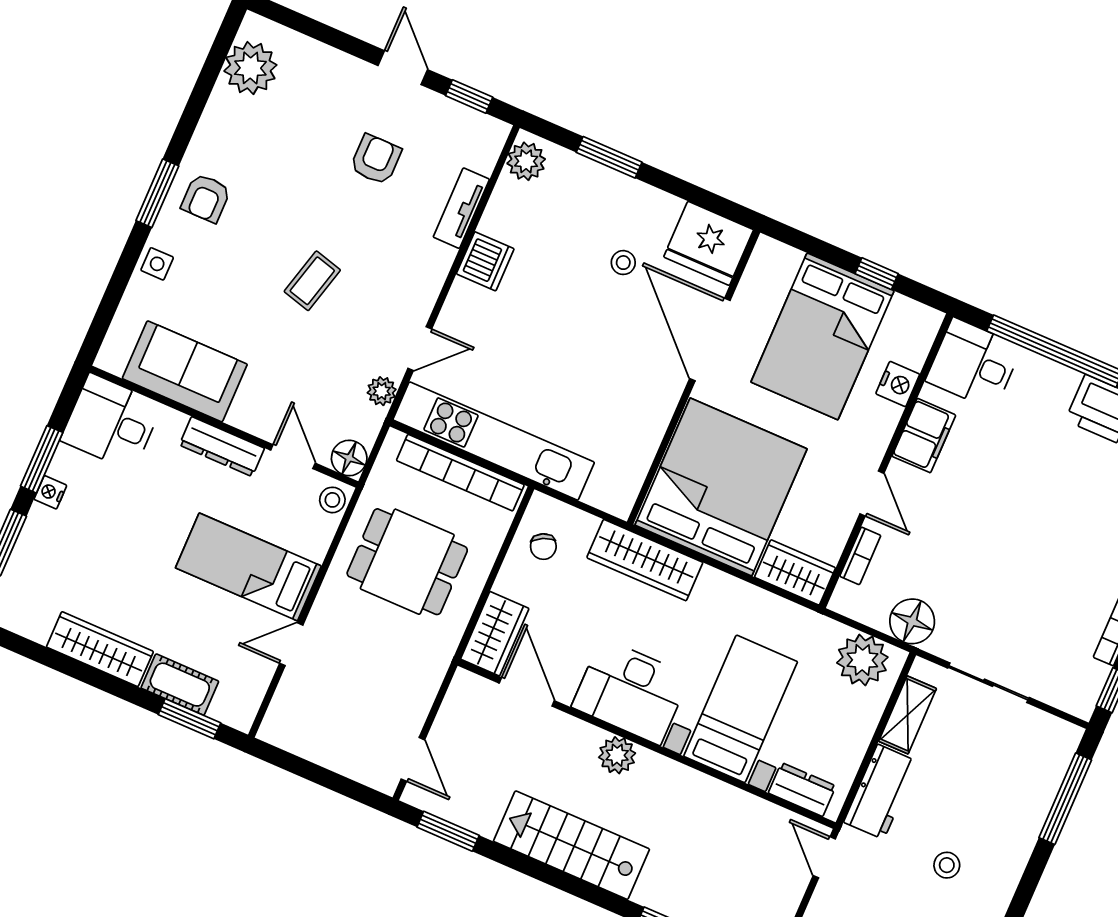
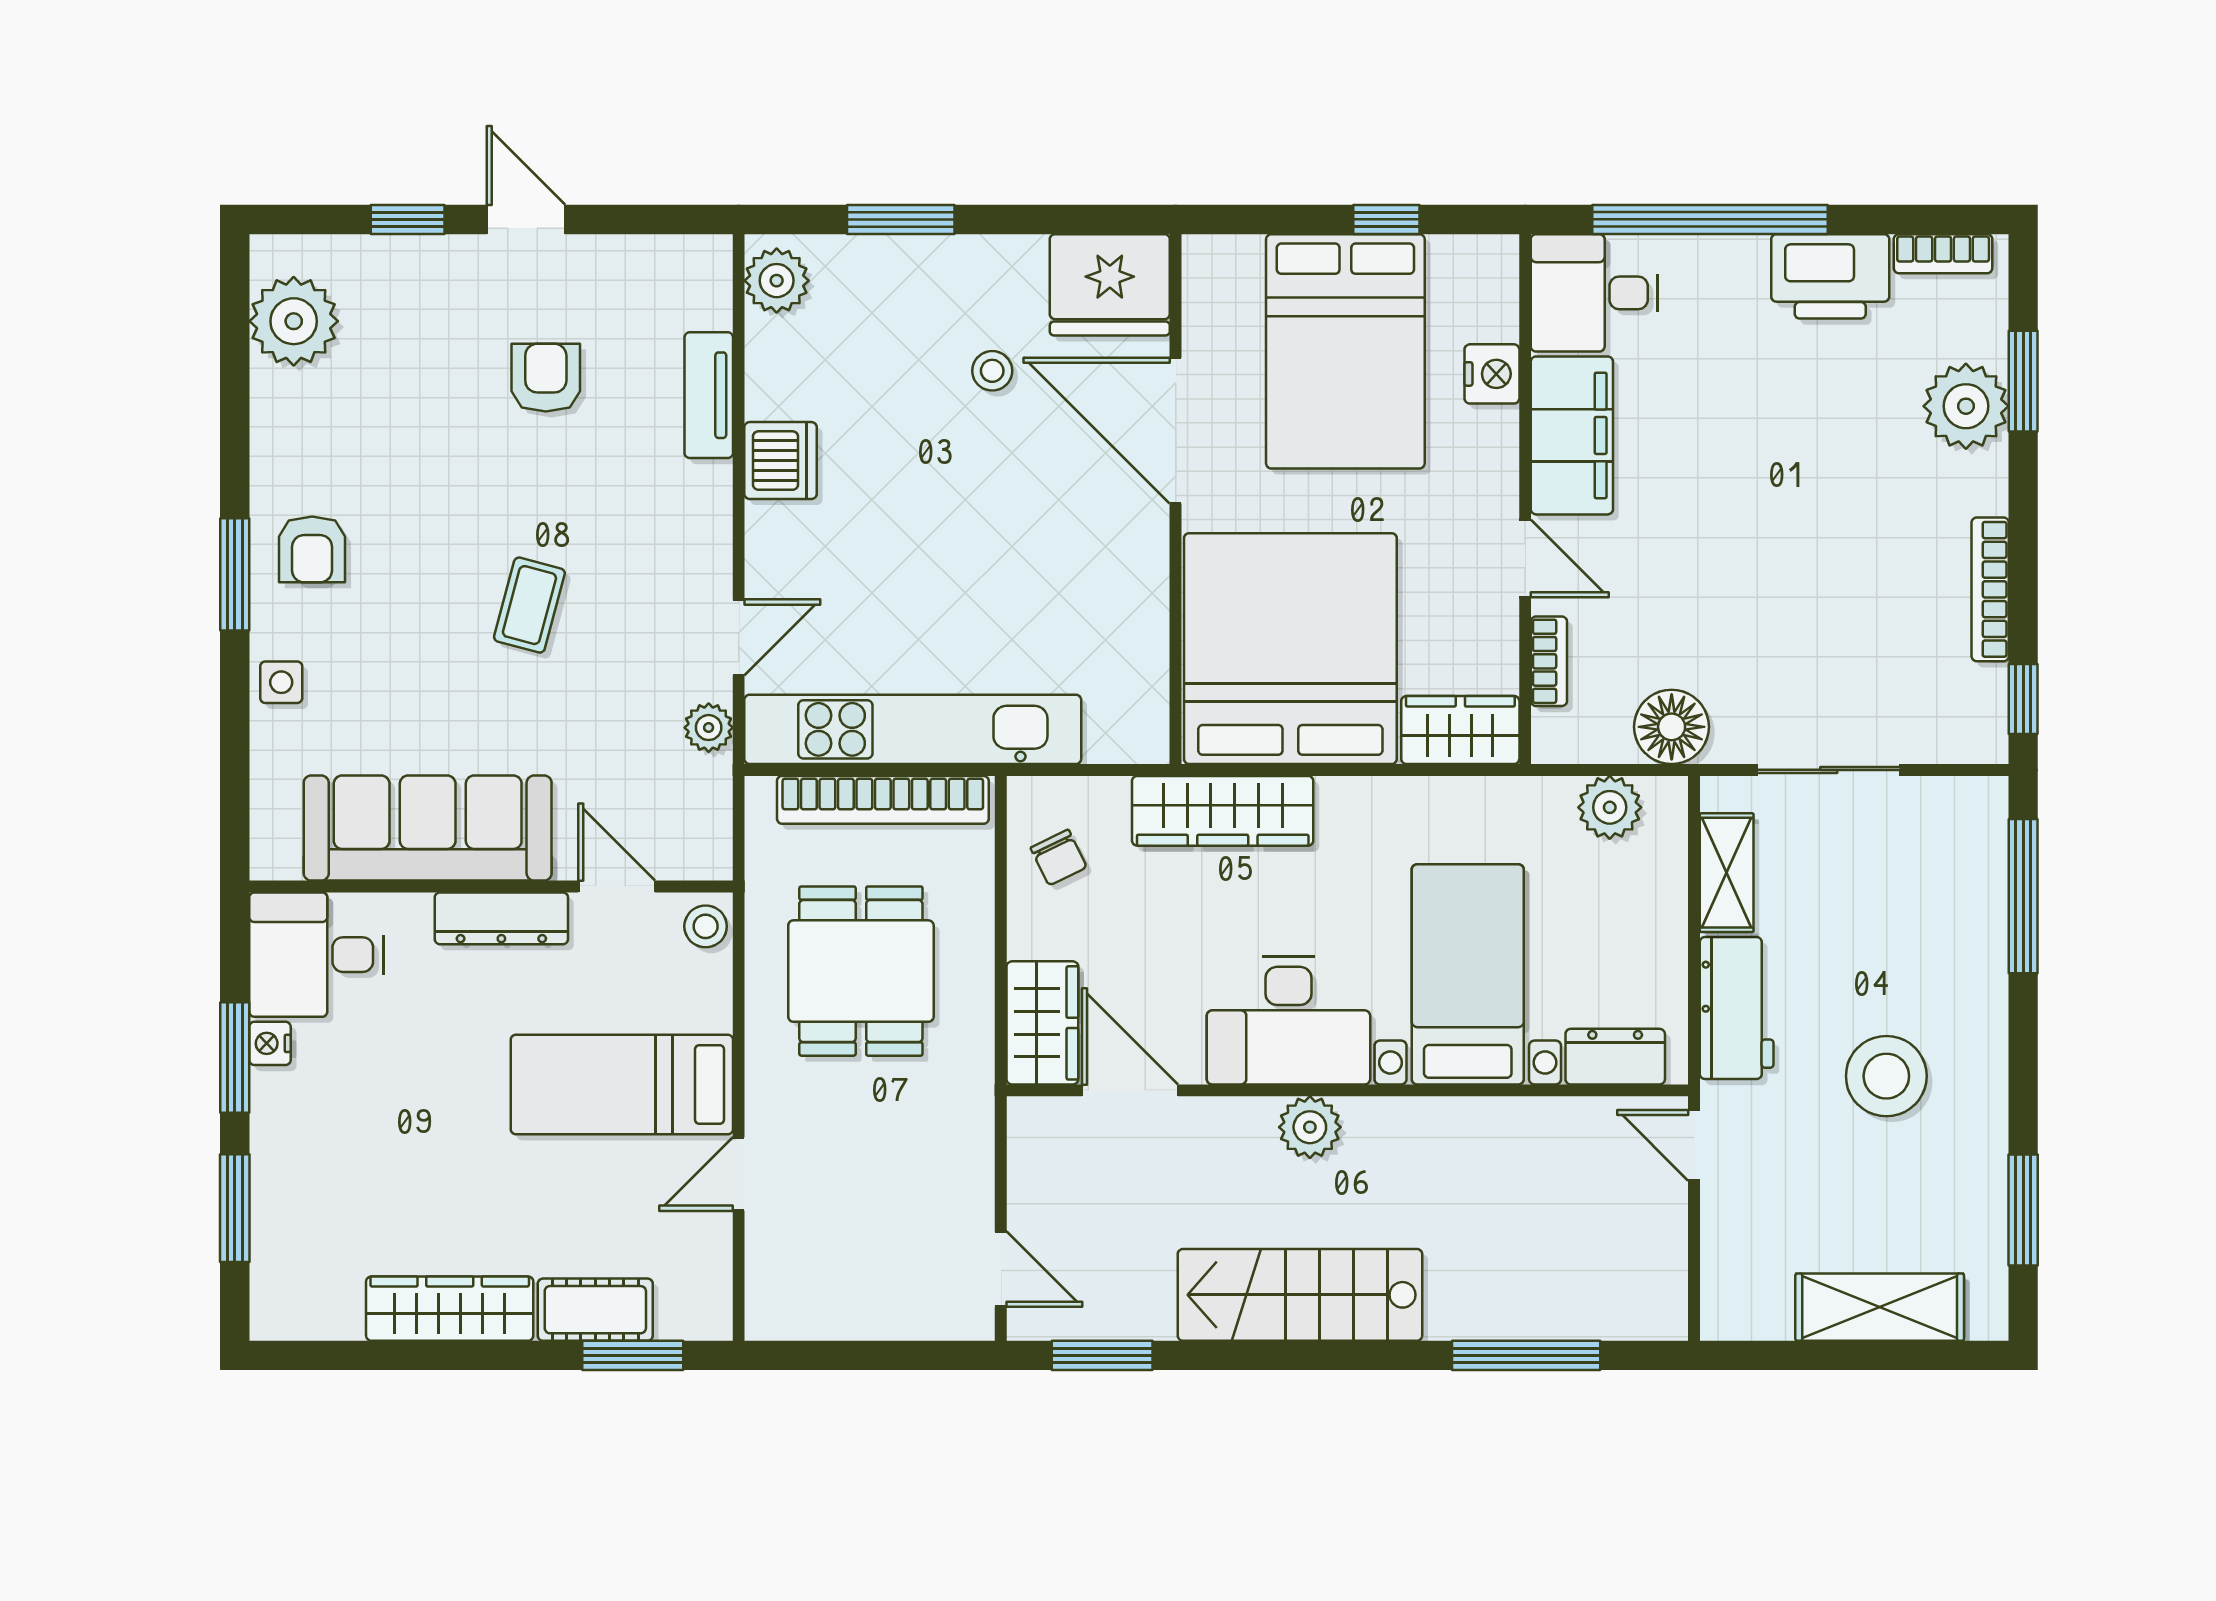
window: (469, 96) -> (408, 219), moved
sofa: (185, 371) -> (428, 828), width x1.36
filing cabinet: (924, 436) -> (1572, 435), width x1.50, depth x1.17
floor lamp: (349, 458) -> (703, 851), removed
nightstand: (50, 492) -> (270, 1043), moved
dining table: (407, 562) -> (861, 971), turned 90
plant: (862, 660) -> (1610, 807), width x0.73, depth x0.73
stool: (947, 865) -> (1886, 1076), width x1.89, depth x1.89

